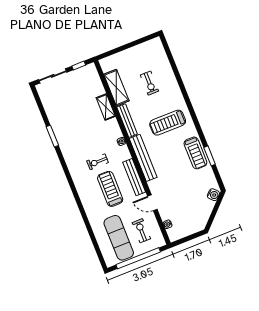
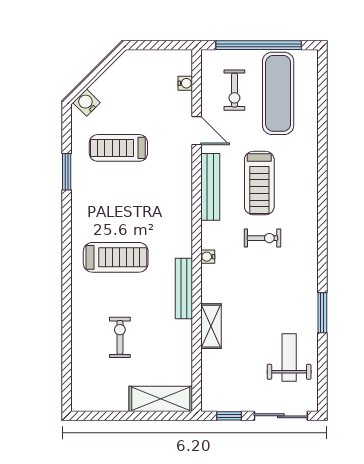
shelving: (116, 88) -> (161, 399), moved, turned 90
weight bench: (60, 107) -> (289, 357), added
treadmill: (195, 153) -> (118, 148), moved, turned -90
bench: (143, 158) -> (182, 214), removed

